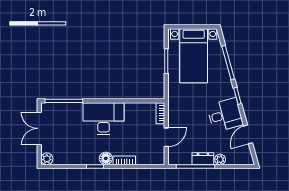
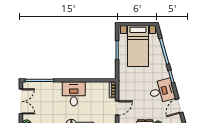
desk: (103, 119) -> (74, 94), width x0.73
double door: (39, 128) -> (21, 101), swing flipped

